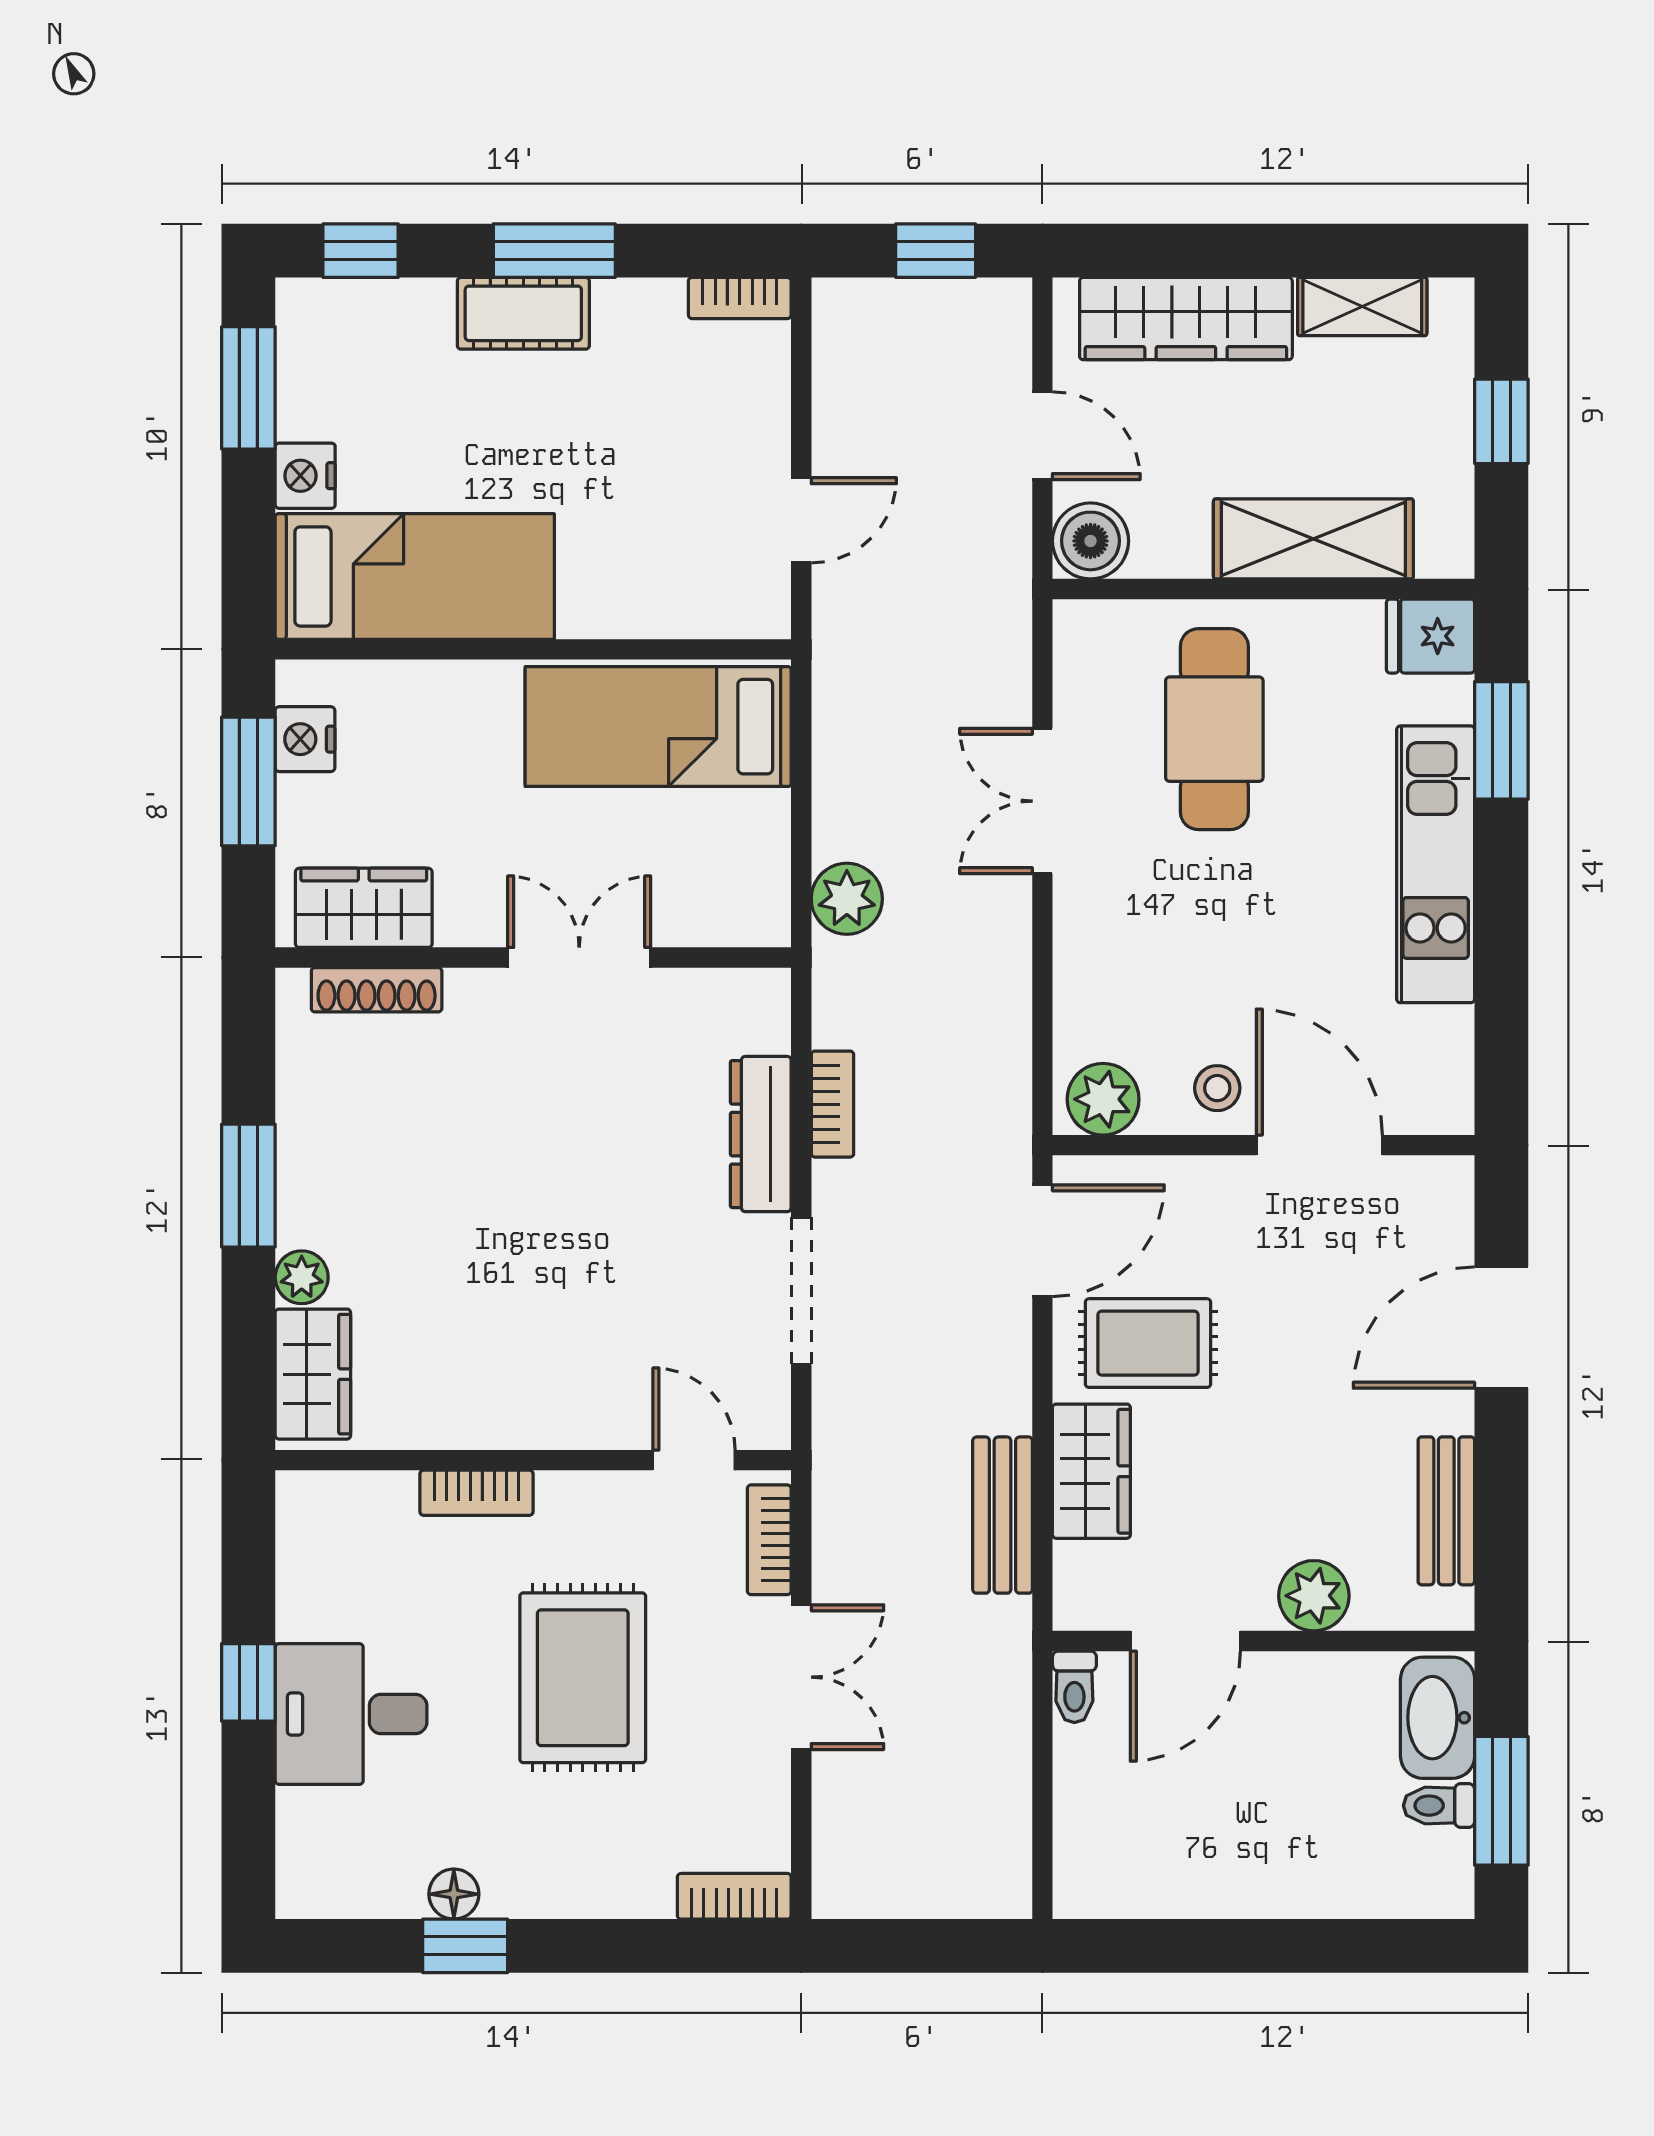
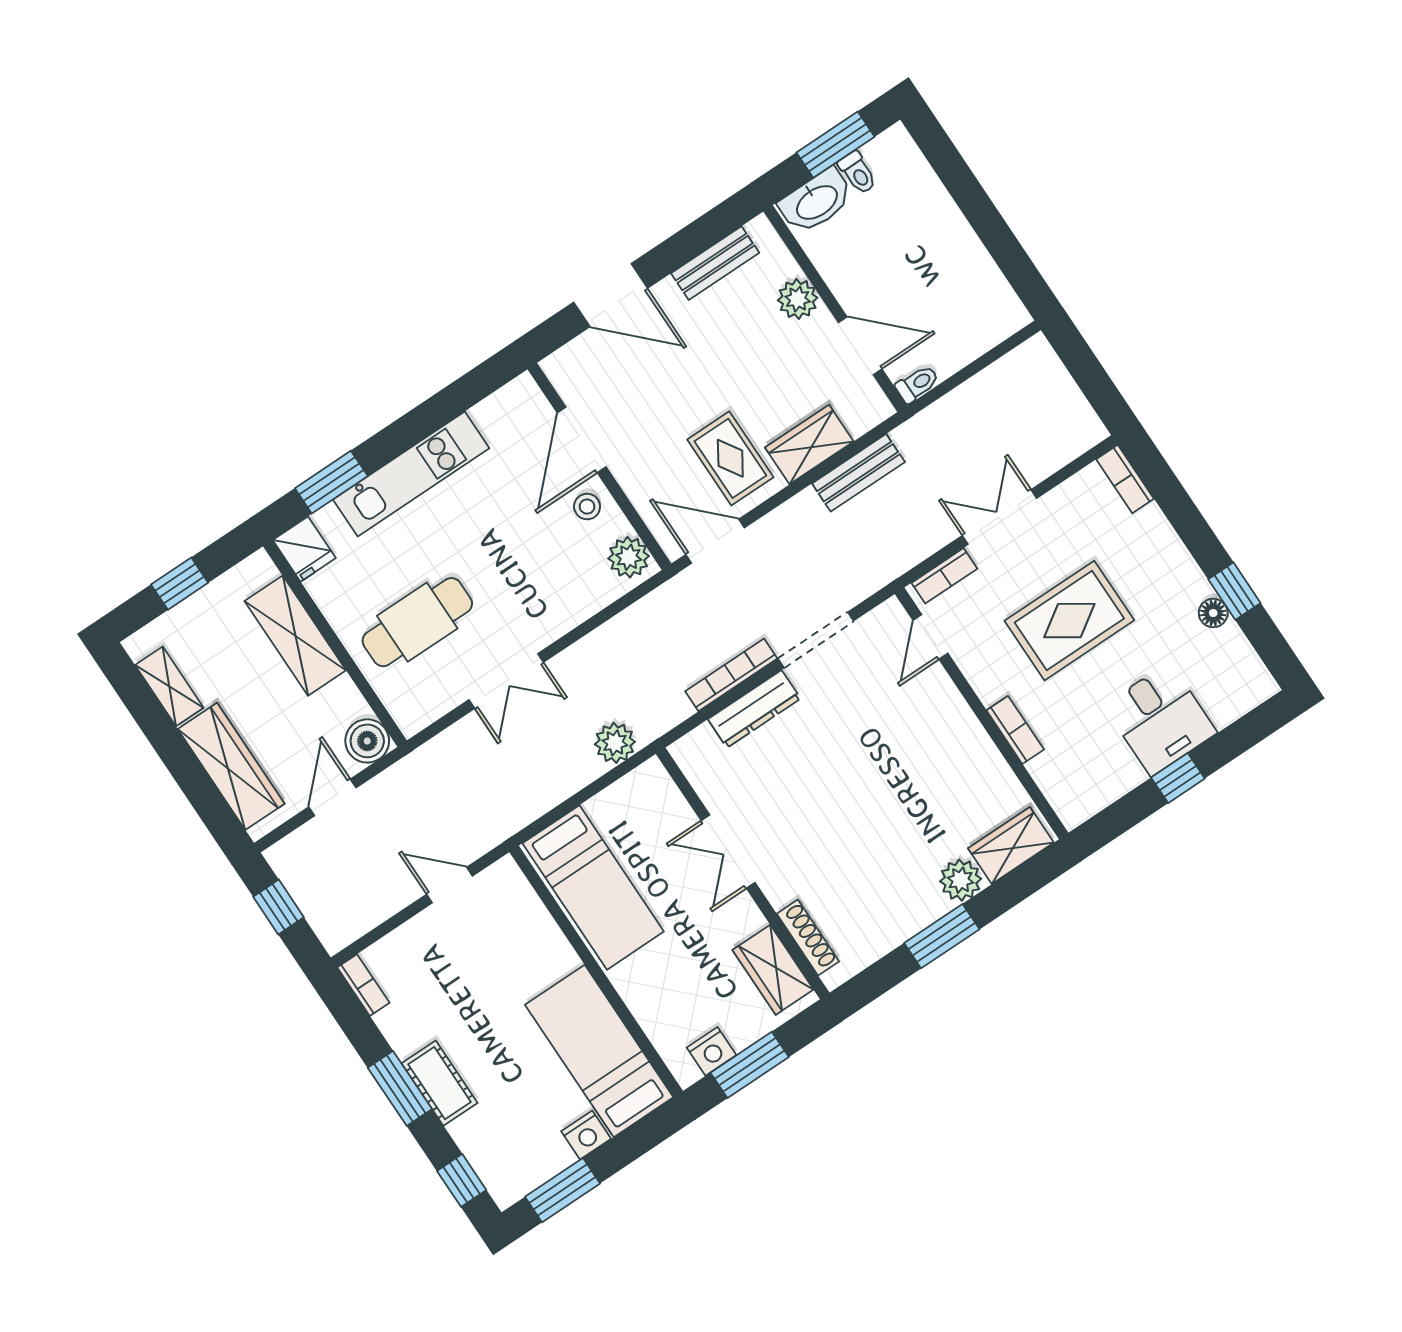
bookcase: (832, 1104) -> (731, 675), width x1.56
plant: (302, 1277) -> (961, 880), width x1.38, depth x1.38

